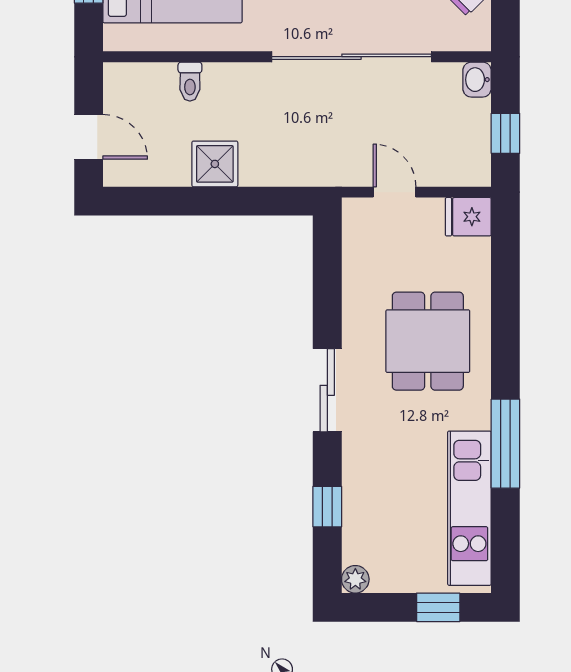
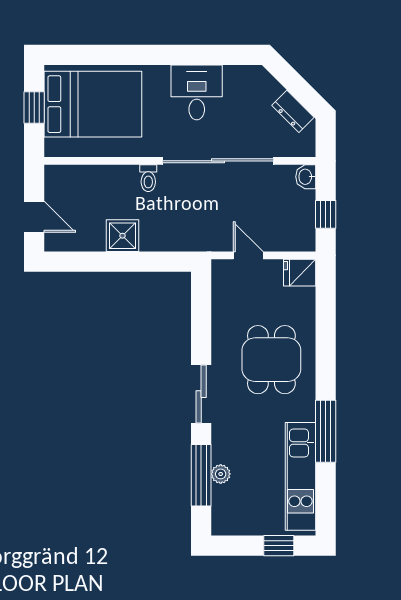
toilet: (190, 82) -> (148, 178), moved
window: (327, 507) -> (201, 475), width x2.17
plant: (355, 579) -> (221, 474), moved

